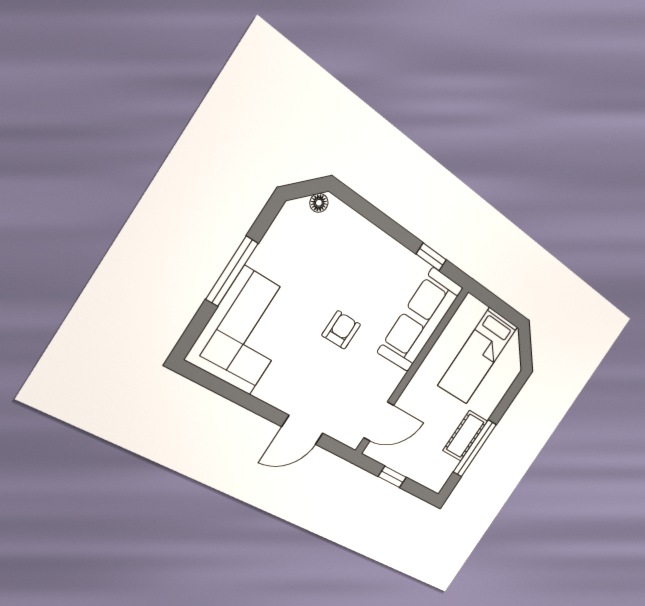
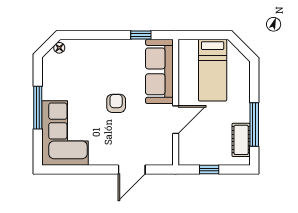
door: (379, 421) -> (176, 120), moved
cot: (465, 436) -> (241, 140), moved

